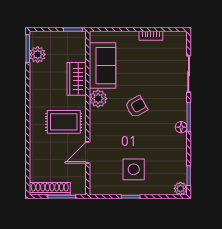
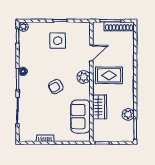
plant: (38, 55) -> (128, 114), moved
plant: (98, 99) -> (84, 77), moved

